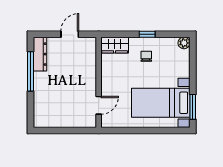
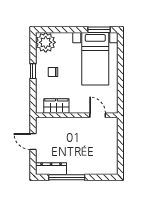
plant: (184, 43) -> (46, 42), width x1.88, depth x1.88
wardrobe: (115, 45) -> (56, 106), moved, turned -90

